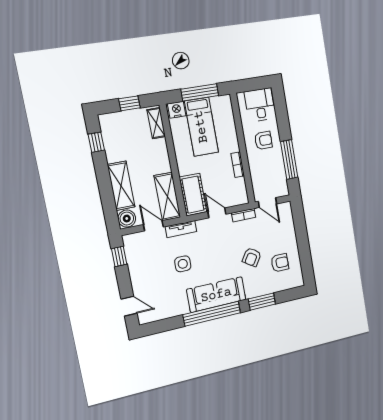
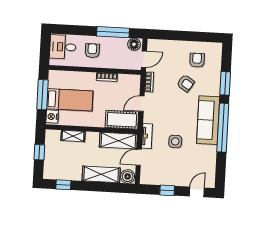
shelving: (156, 123) -> (73, 136), moved
floor lamp: (281, 187) -> (134, 44), added
window: (119, 256) -> (167, 190), moved

